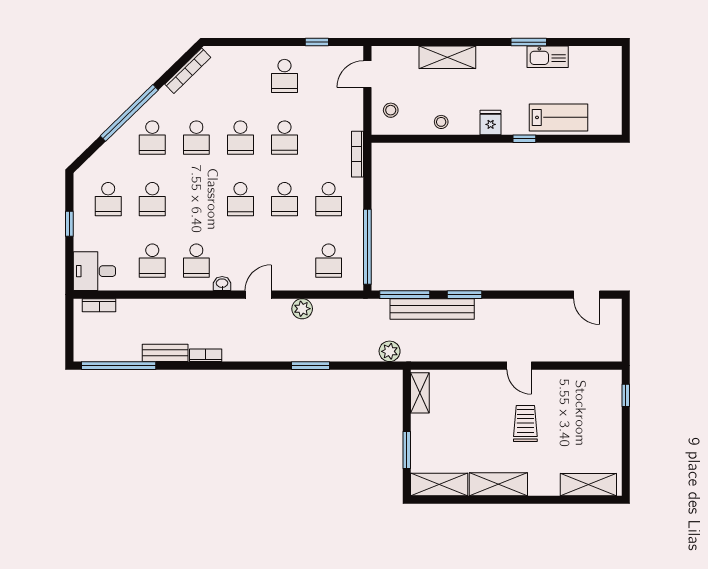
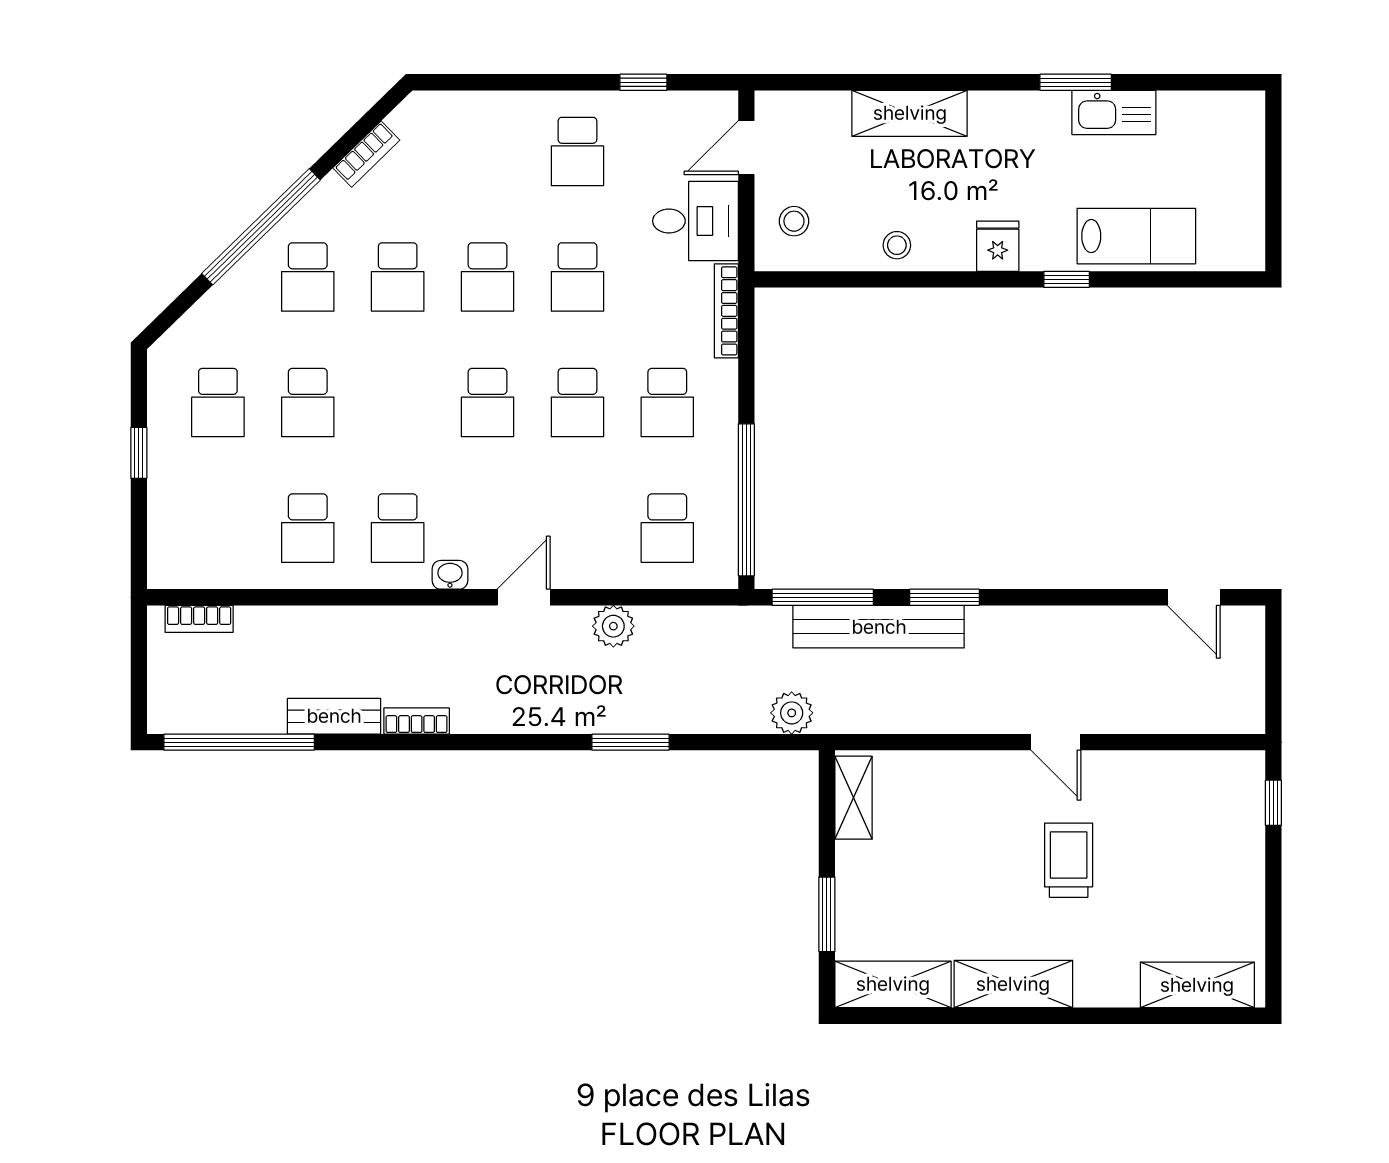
bookcase: (188, 71) -> (366, 154), width x0.64
desk: (94, 271) -> (695, 221), moved, turned 180

